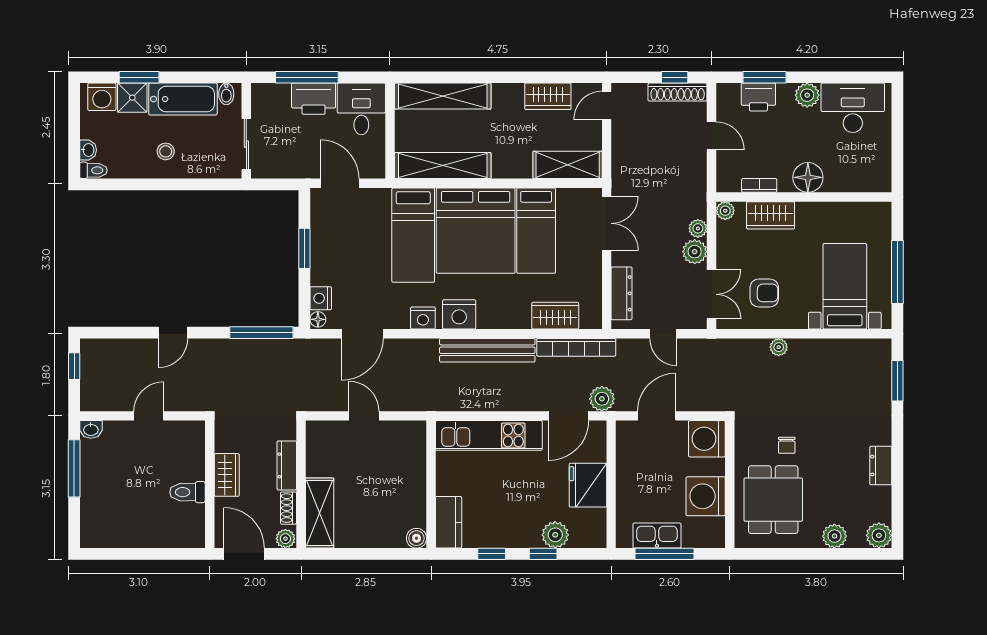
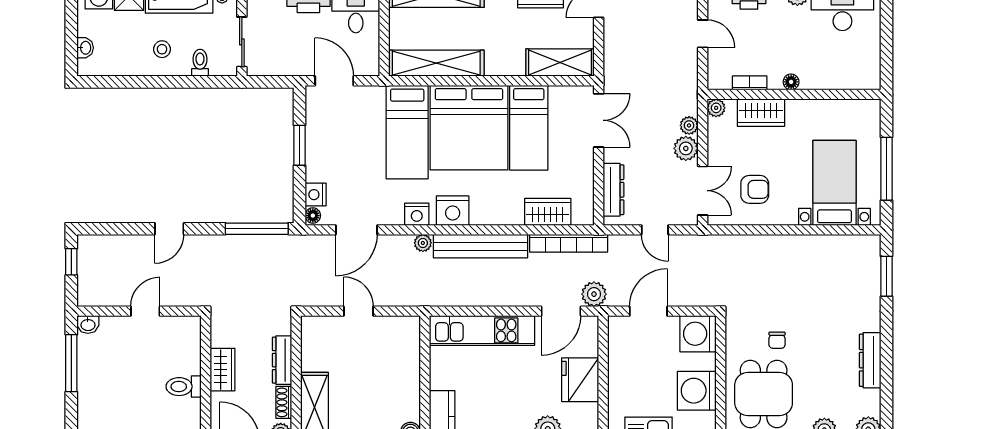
toilet: (93, 170) -> (200, 63), moved, turned -90
floor lamp: (808, 177) -> (791, 82), width x0.53, depth x0.53
plant: (779, 347) -> (423, 243), moved
dresser: (881, 466) -> (870, 360), width x1.44

